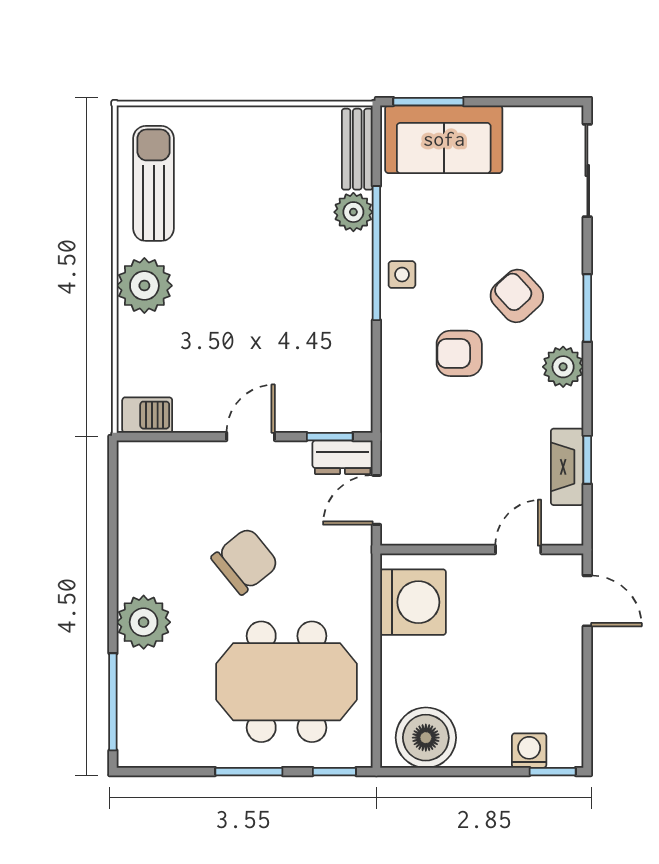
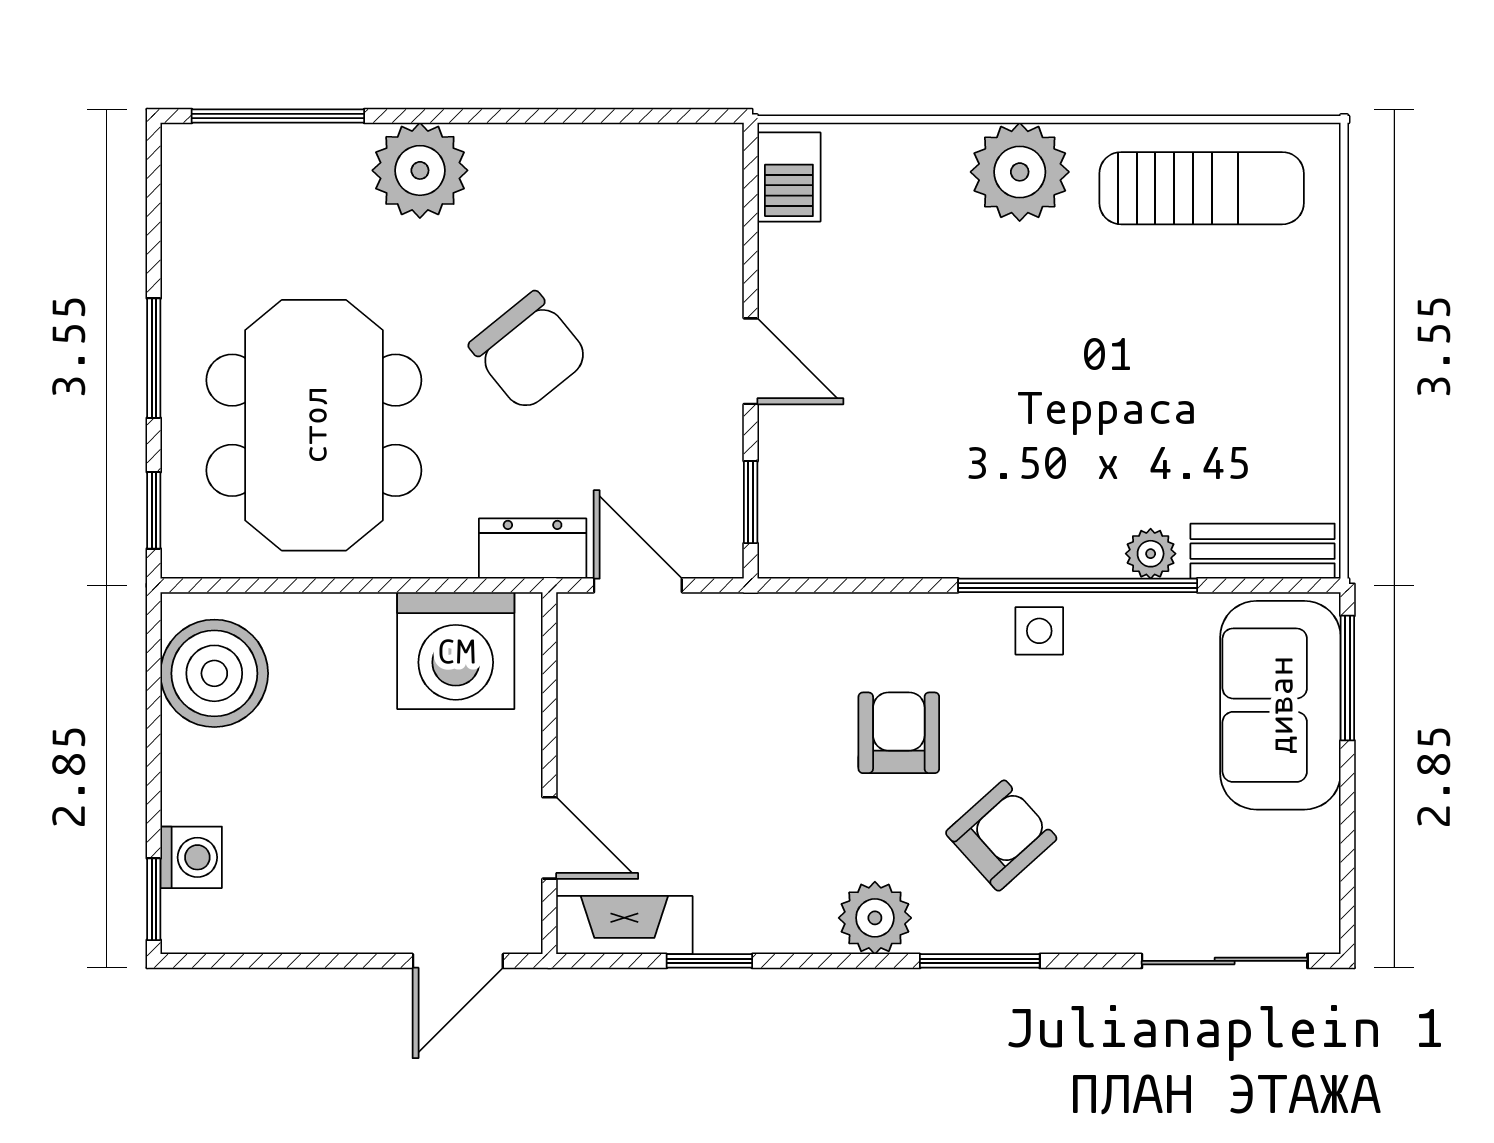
plant: (353, 212) -> (1151, 554), width x0.73, depth x0.73
dresser: (343, 457) -> (533, 549), moved, turned 90
fireplace: (567, 467) -> (624, 925), moved

